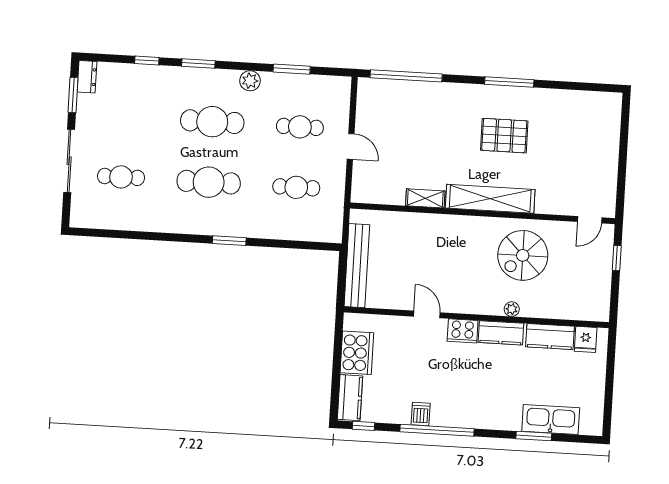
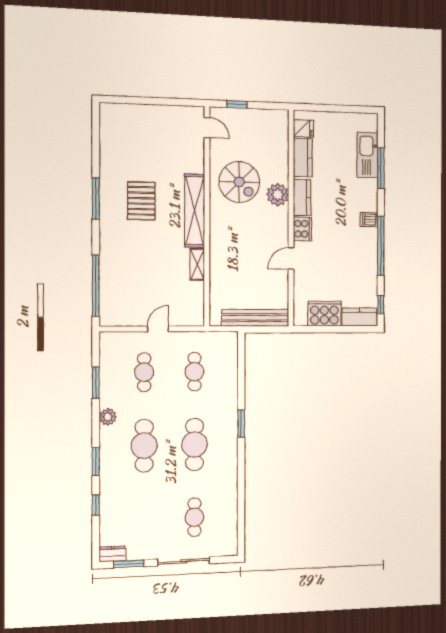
plant: (512, 309) -> (278, 195), width x1.88, depth x1.88
dishwasher: (421, 414) -> (369, 220), moved
window: (534, 436) -> (381, 168), width x1.44

